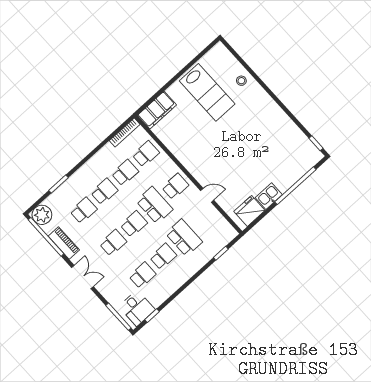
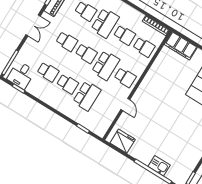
school desk: (104, 192) -> (105, 23), width x1.85
kitchen sink: (269, 196) -> (159, 166), moved

